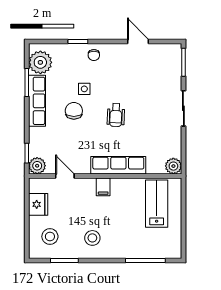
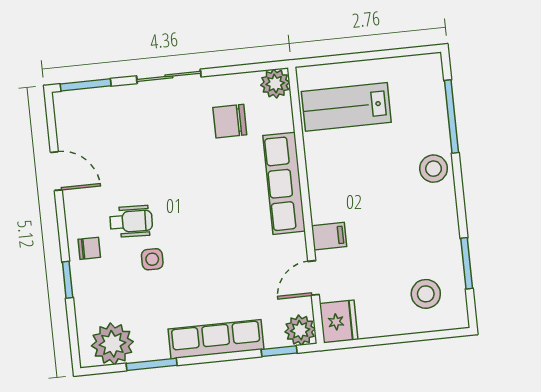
door: (138, 41) -> (56, 171), swing flipped
row of seats: (37, 101) -> (216, 339), moved
chair: (74, 111) -> (230, 121), moved
wheelchair: (116, 115) -> (131, 221), moved
filing cabinet: (103, 187) -> (329, 236), moved
fridge: (38, 204) -> (339, 322), moved, turned 90
stool: (92, 238) -> (434, 169), moved

